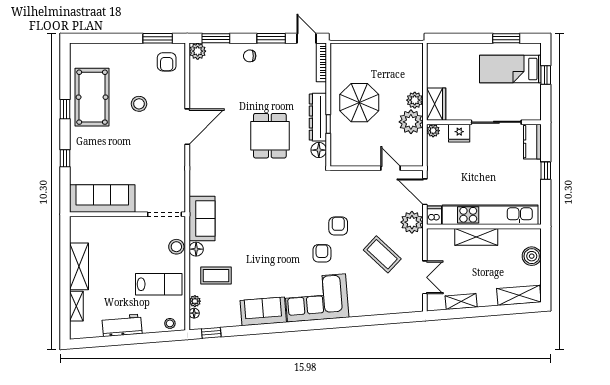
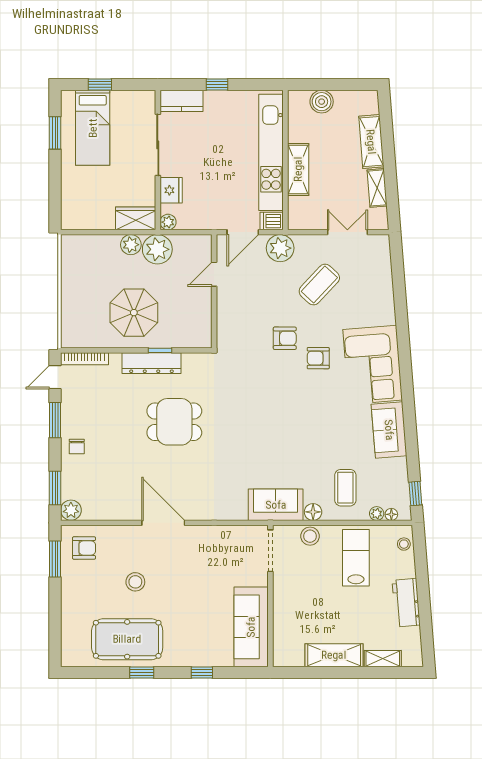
floor lamp: (319, 150) -> (192, 362), removed
armchair: (338, 226) -> (285, 338), turned 180
shelving: (519, 295) -> (371, 142), moved

